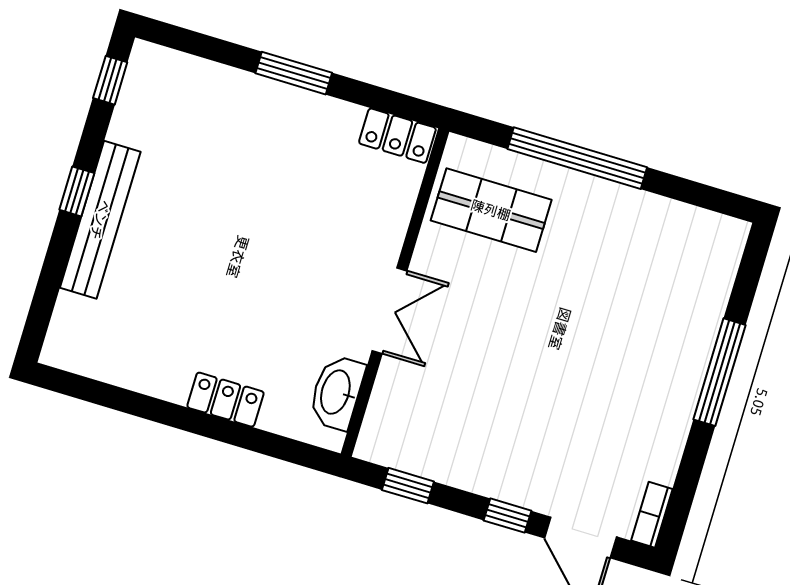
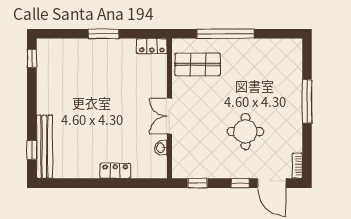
window: (77, 191) -> (32, 150), moved
bench: (100, 220) -> (44, 147), moved
double door: (389, 311) -> (169, 116), swing flipped
washbasin: (337, 392) -> (161, 148), width x0.52, depth x0.69
round table: (555, 399) -> (245, 131), added

